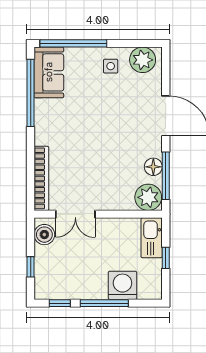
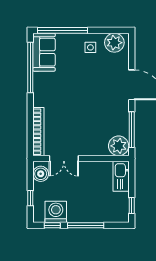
floor lamp: (153, 167) -> (122, 123), removed
window: (166, 258) -> (132, 205), moved
washing machine: (122, 285) -> (56, 212), moved

